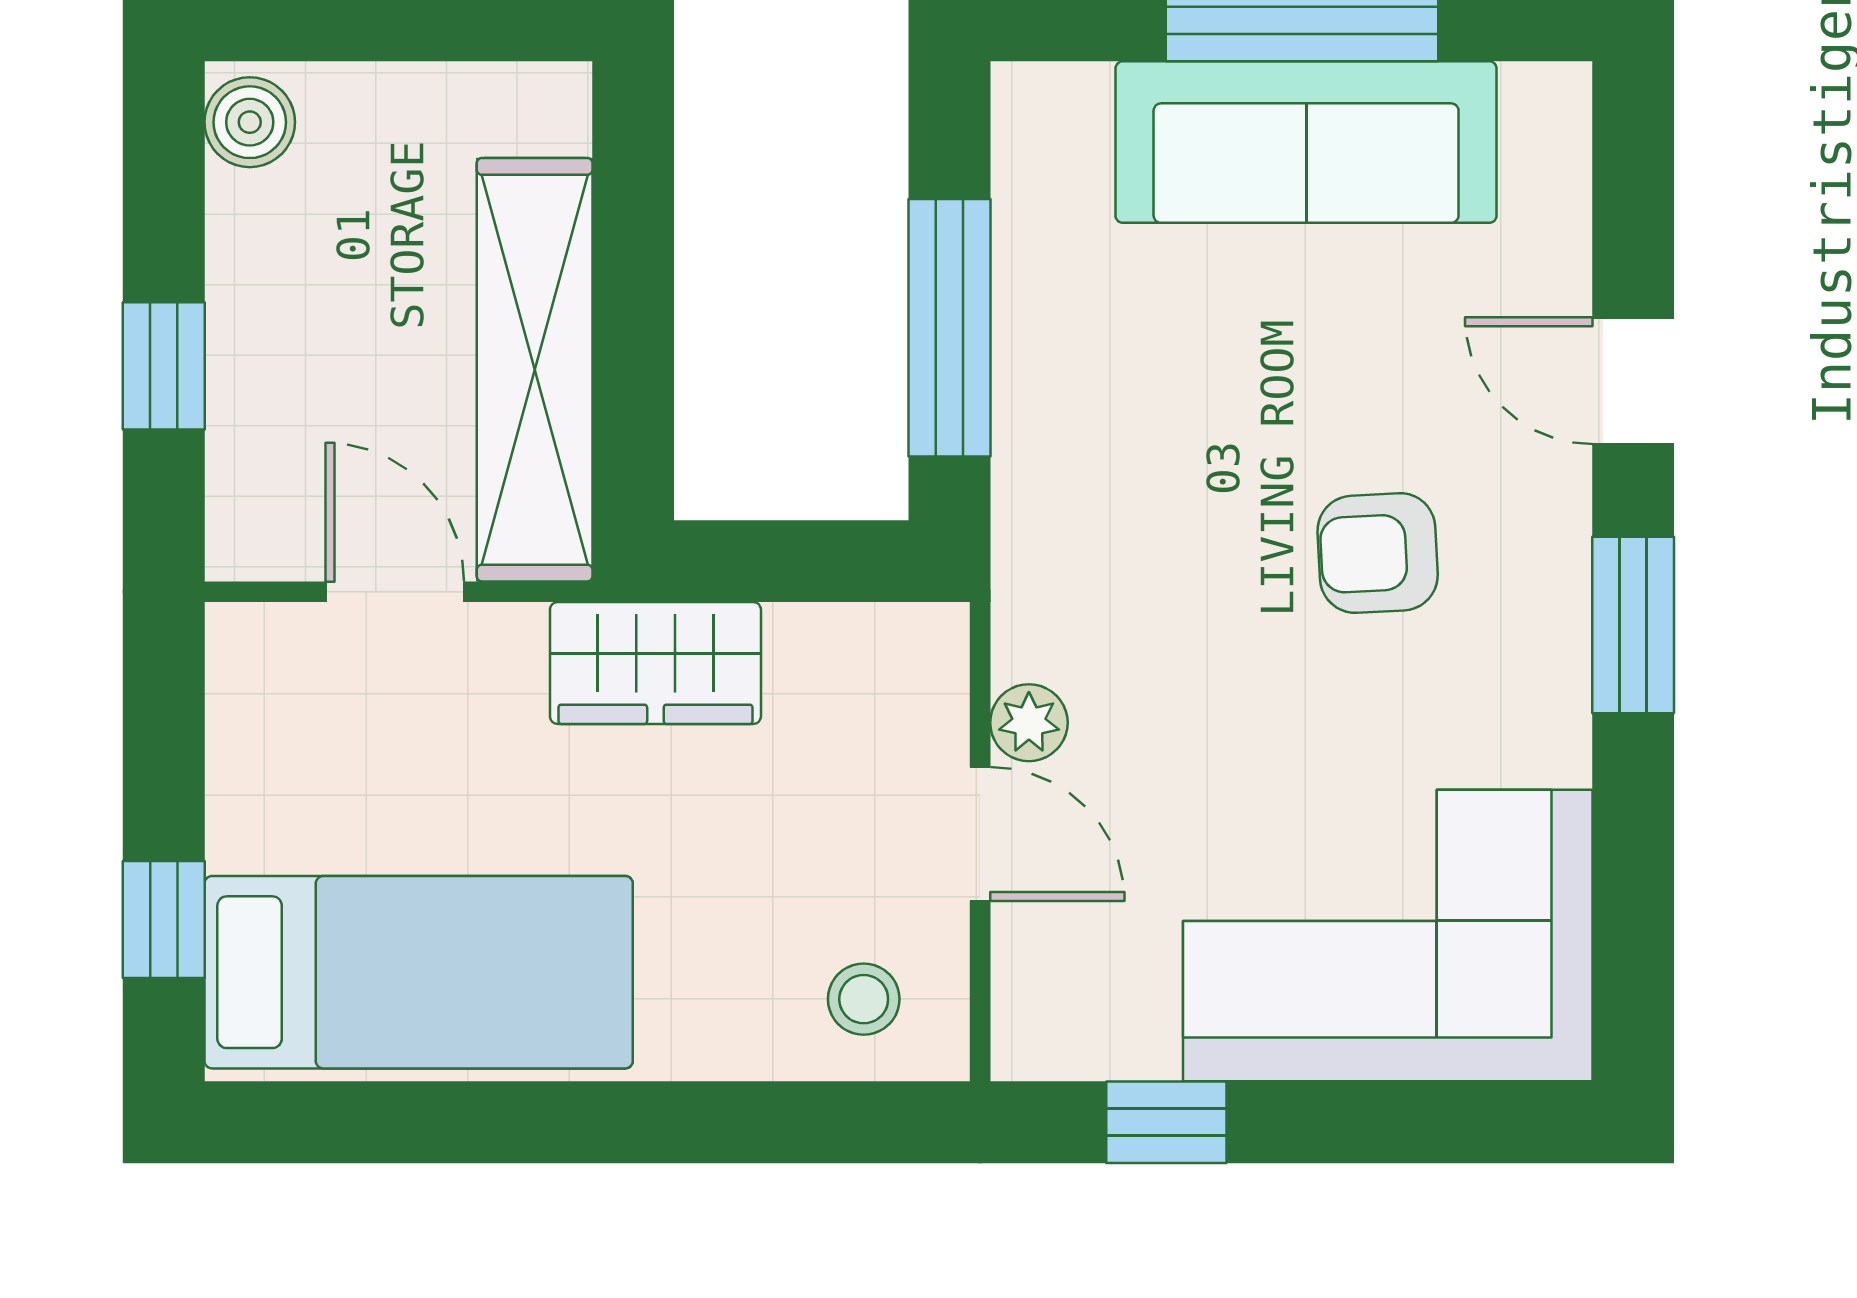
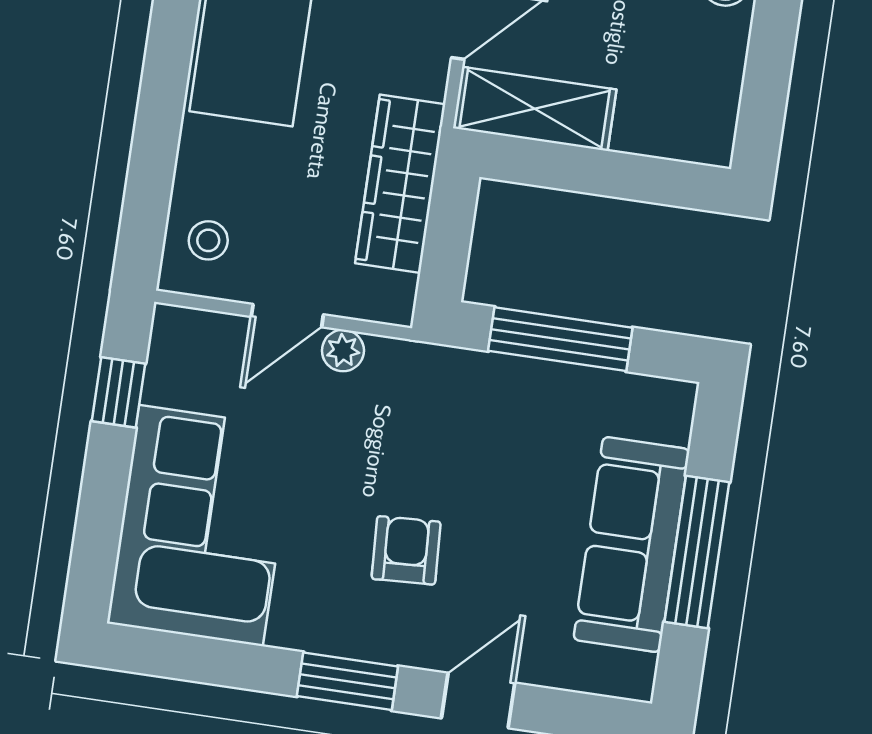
shelving: (535, 370) -> (535, 109), width x0.68
wardrobe: (655, 663) -> (400, 184), width x1.50

